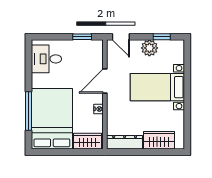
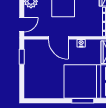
desk: (46, 59) -> (40, 86), removed
window: (28, 111) -> (83, 101), width x0.69

